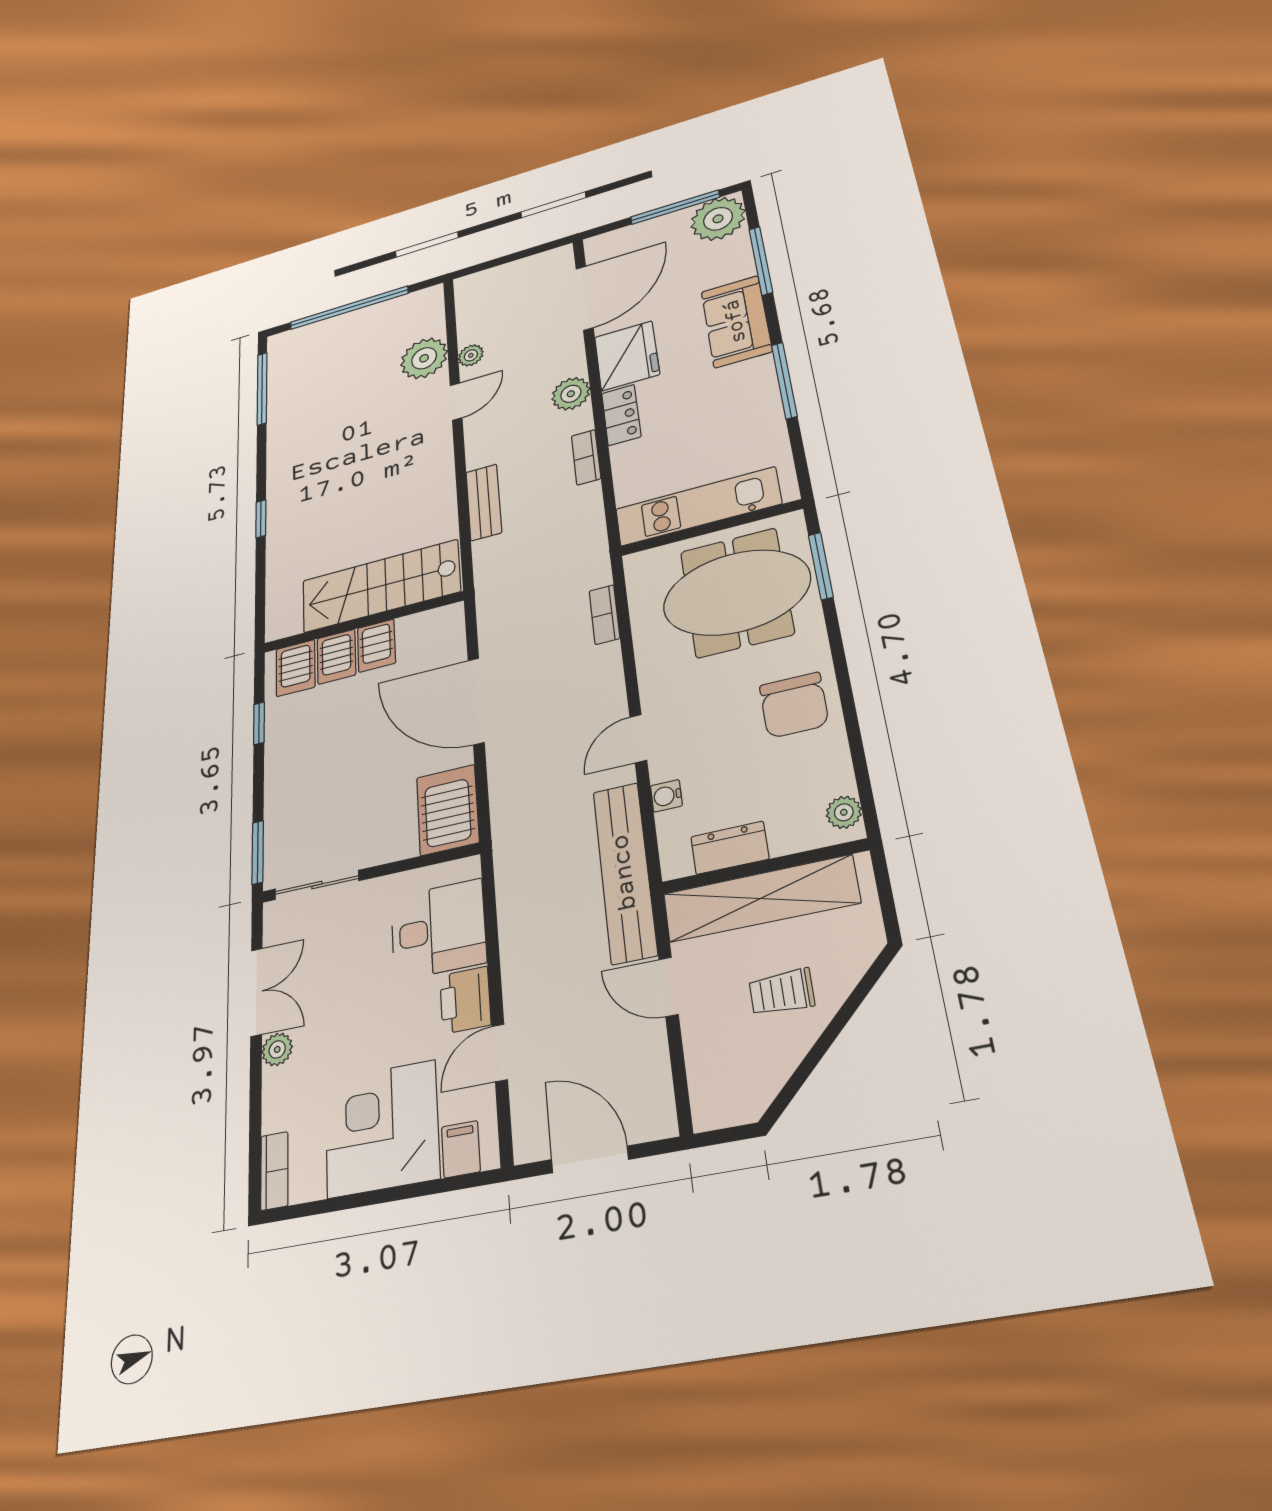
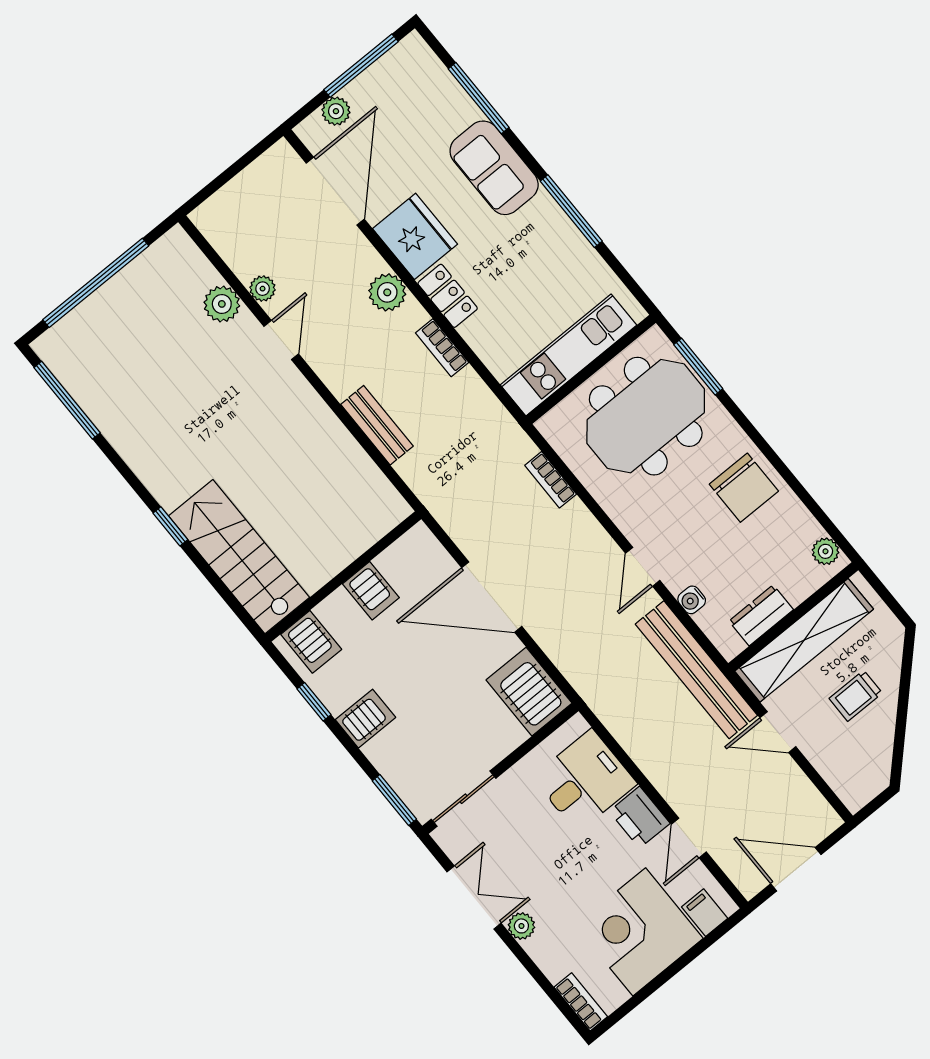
plant: (718, 219) -> (336, 111), moved, width x0.53, depth x0.53
plant: (424, 358) -> (222, 304), width x0.73, depth x0.73
stairs: (381, 586) -> (239, 557), moved, turned 90
server rack: (336, 657) -> (366, 719), moved, turned -90

